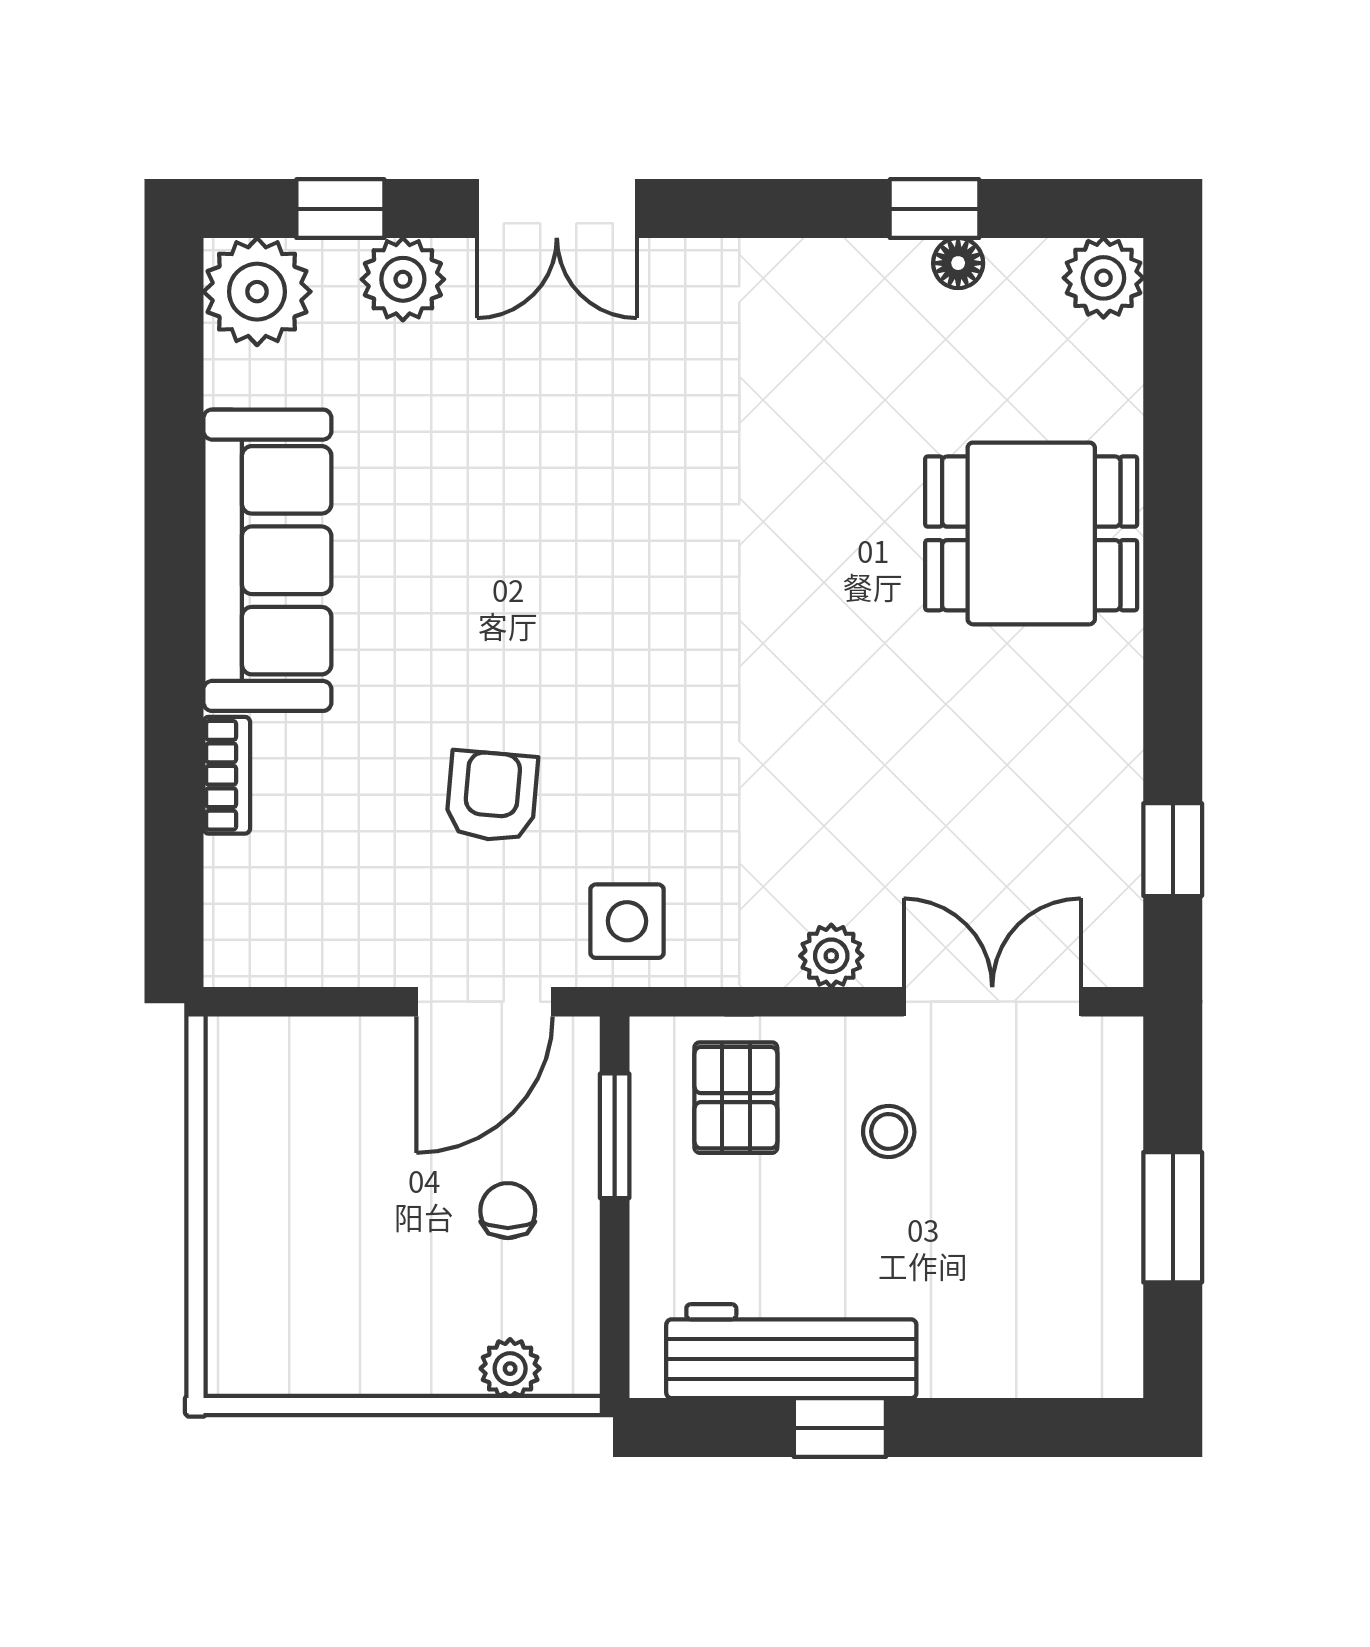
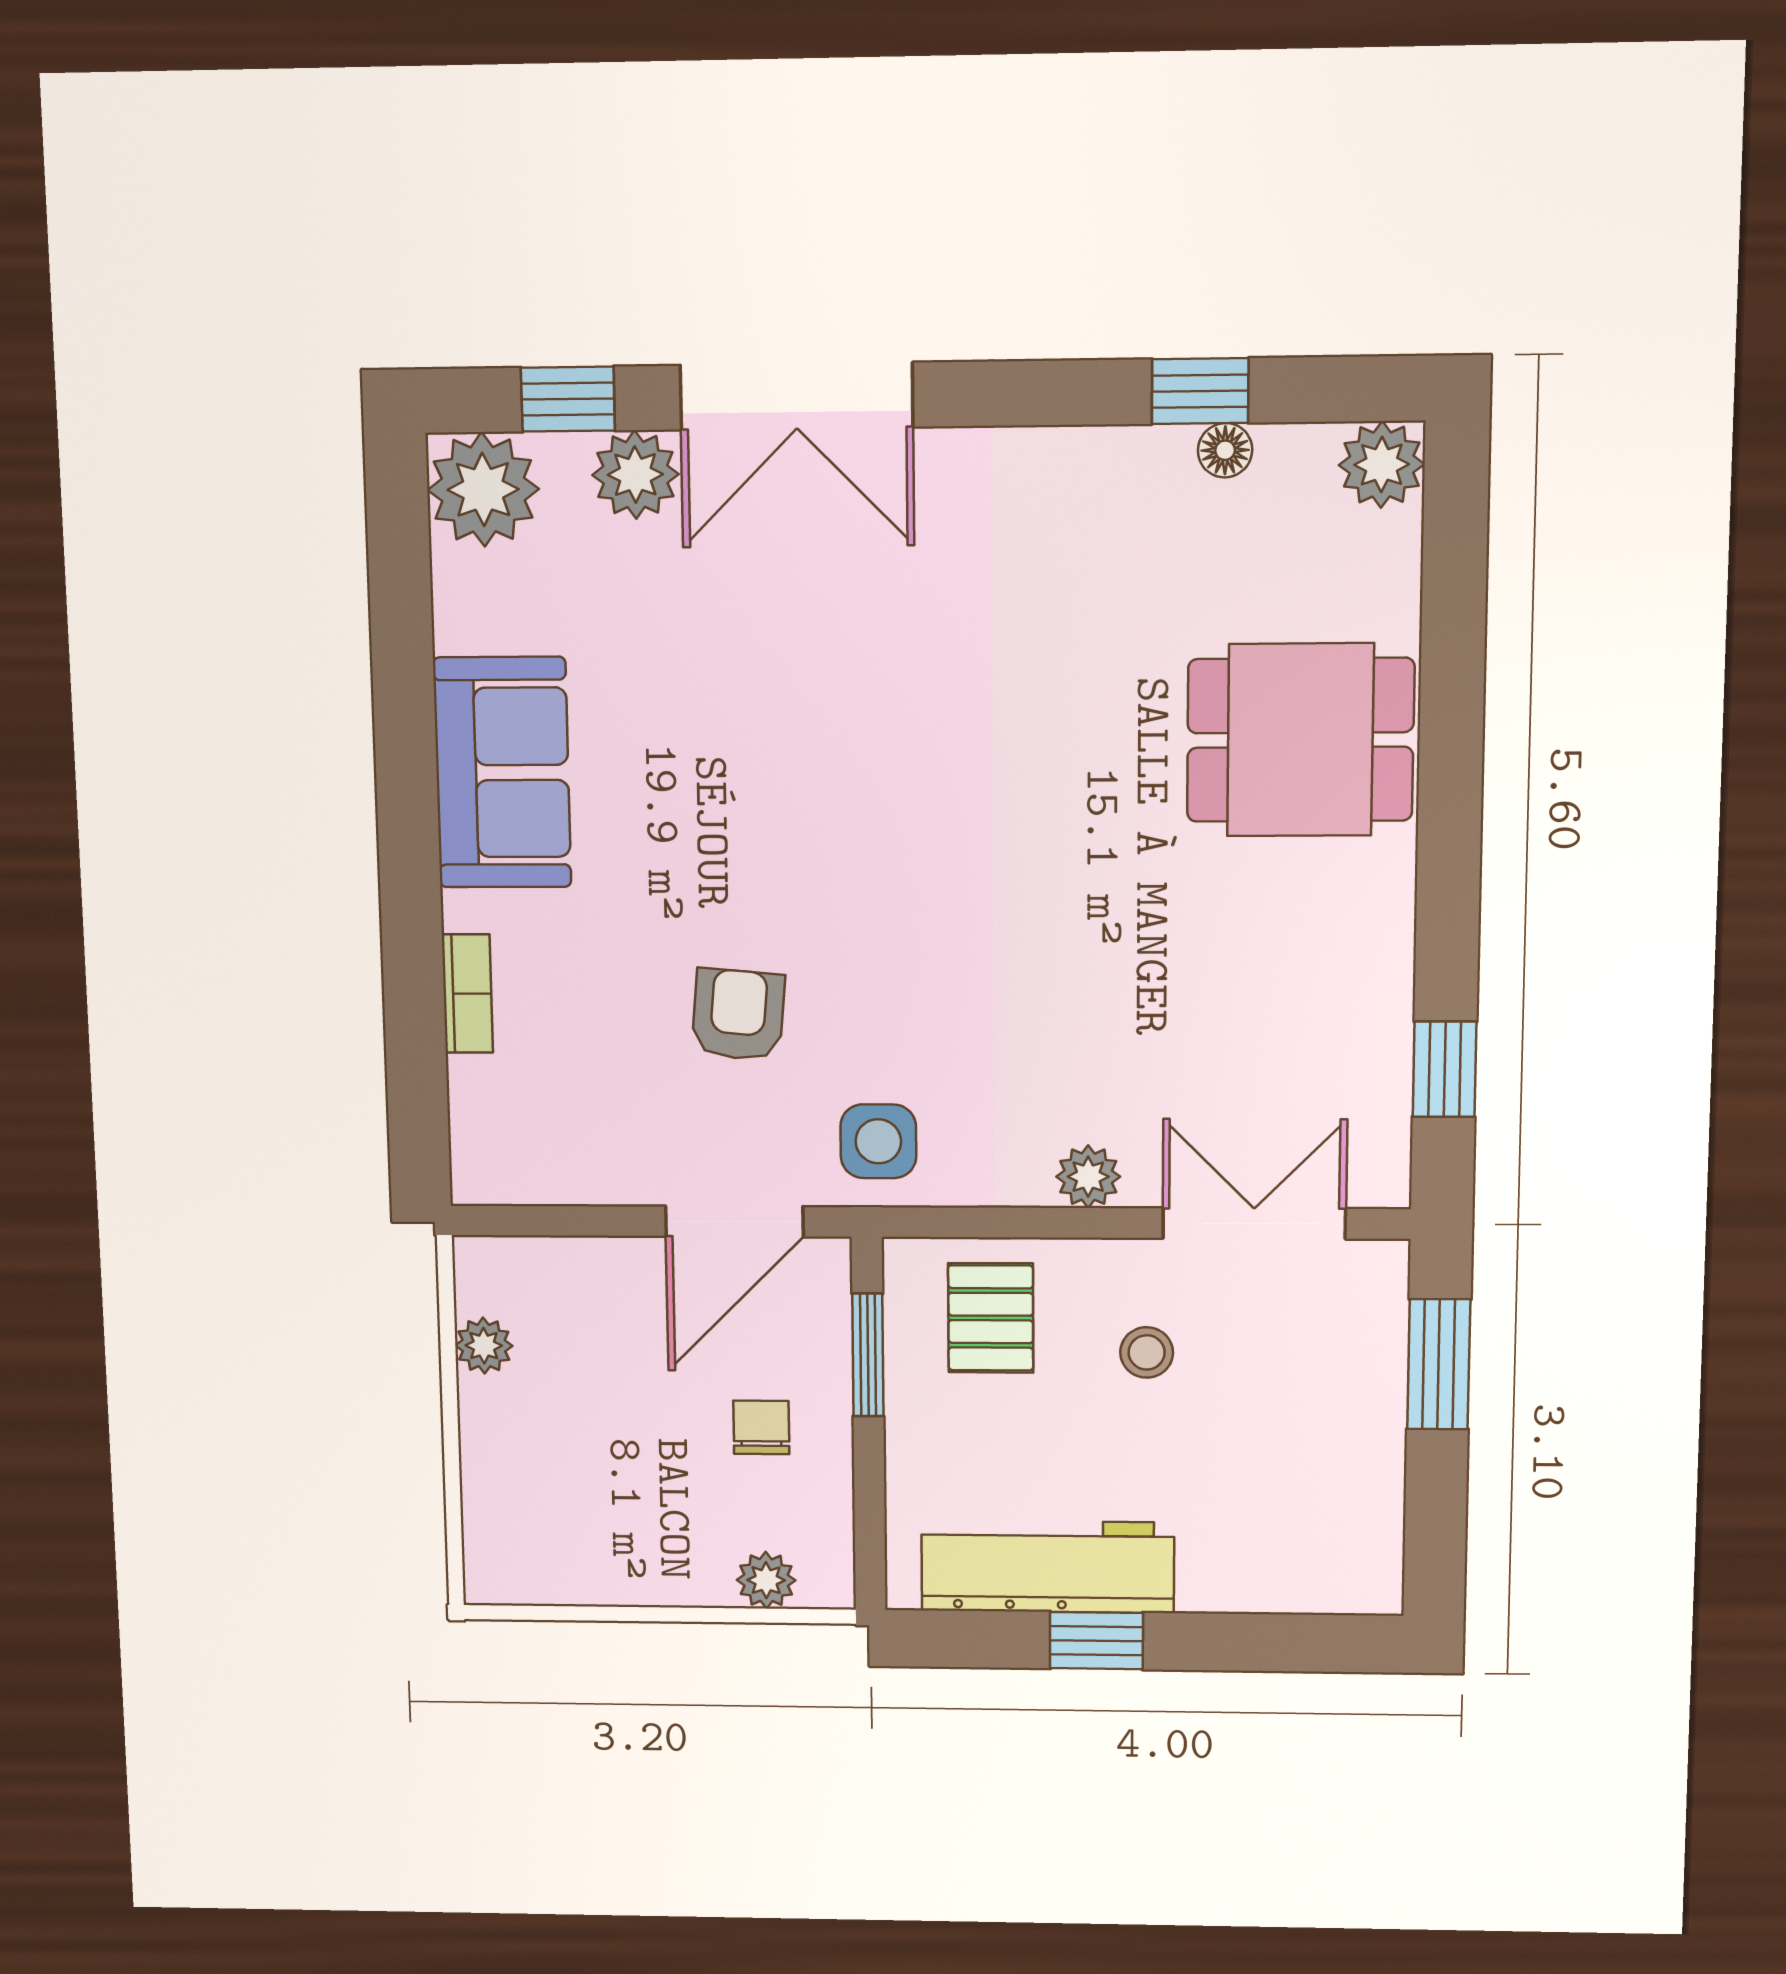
double door: (557, 209) -> (796, 396), width x1.37
sofa: (267, 560) -> (502, 773), width x0.73
plant: (232, 1129) -> (484, 1346), added
window: (1173, 1217) -> (1439, 1364), moved

